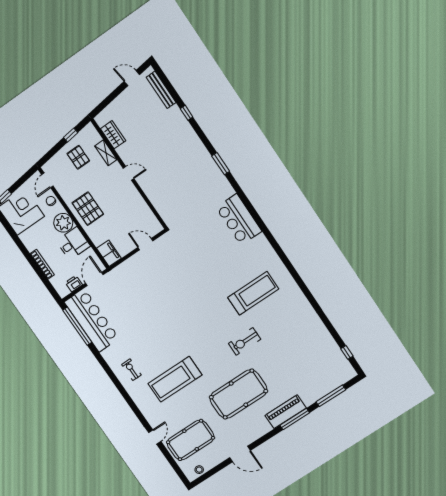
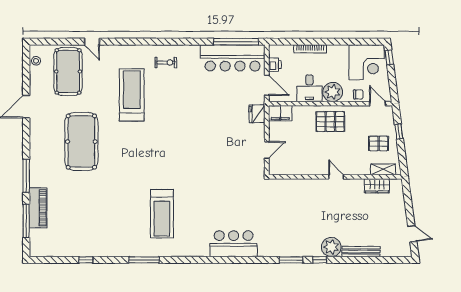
door: (132, 78) -> (412, 234), hinge flipped
bench: (161, 90) -> (361, 251), moved
window: (187, 113) -> (320, 260), moved
window: (71, 135) -> (399, 131), moved
plant: (188, 138) -> (331, 247), added
shelving: (106, 153) -> (383, 169), moved
door: (129, 173) -> (336, 177), swing flipped
fridge: (122, 271) -> (257, 114), added
window: (300, 283) -> (144, 260), added
exercise bike: (245, 341) -> (125, 178), removed
window: (347, 352) -> (86, 260), moved
piano: (286, 412) -> (38, 208), moved

